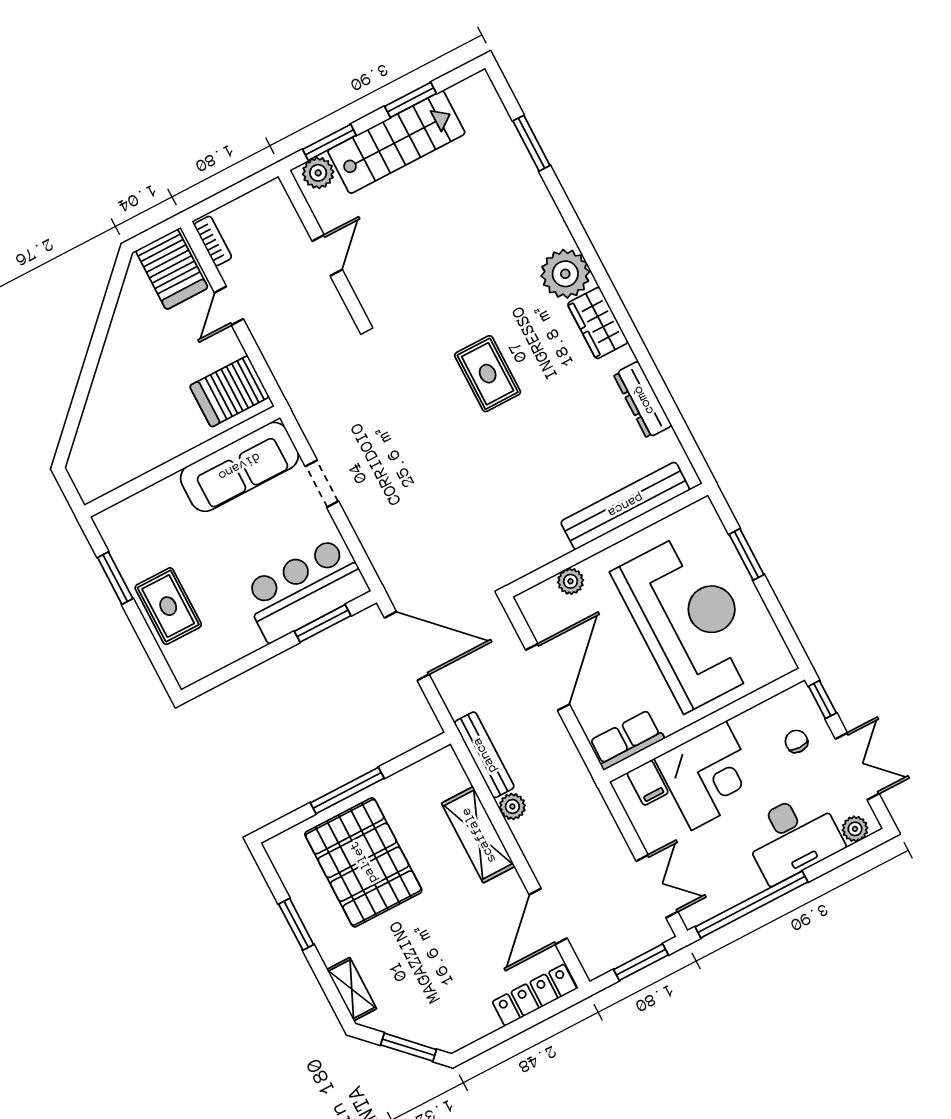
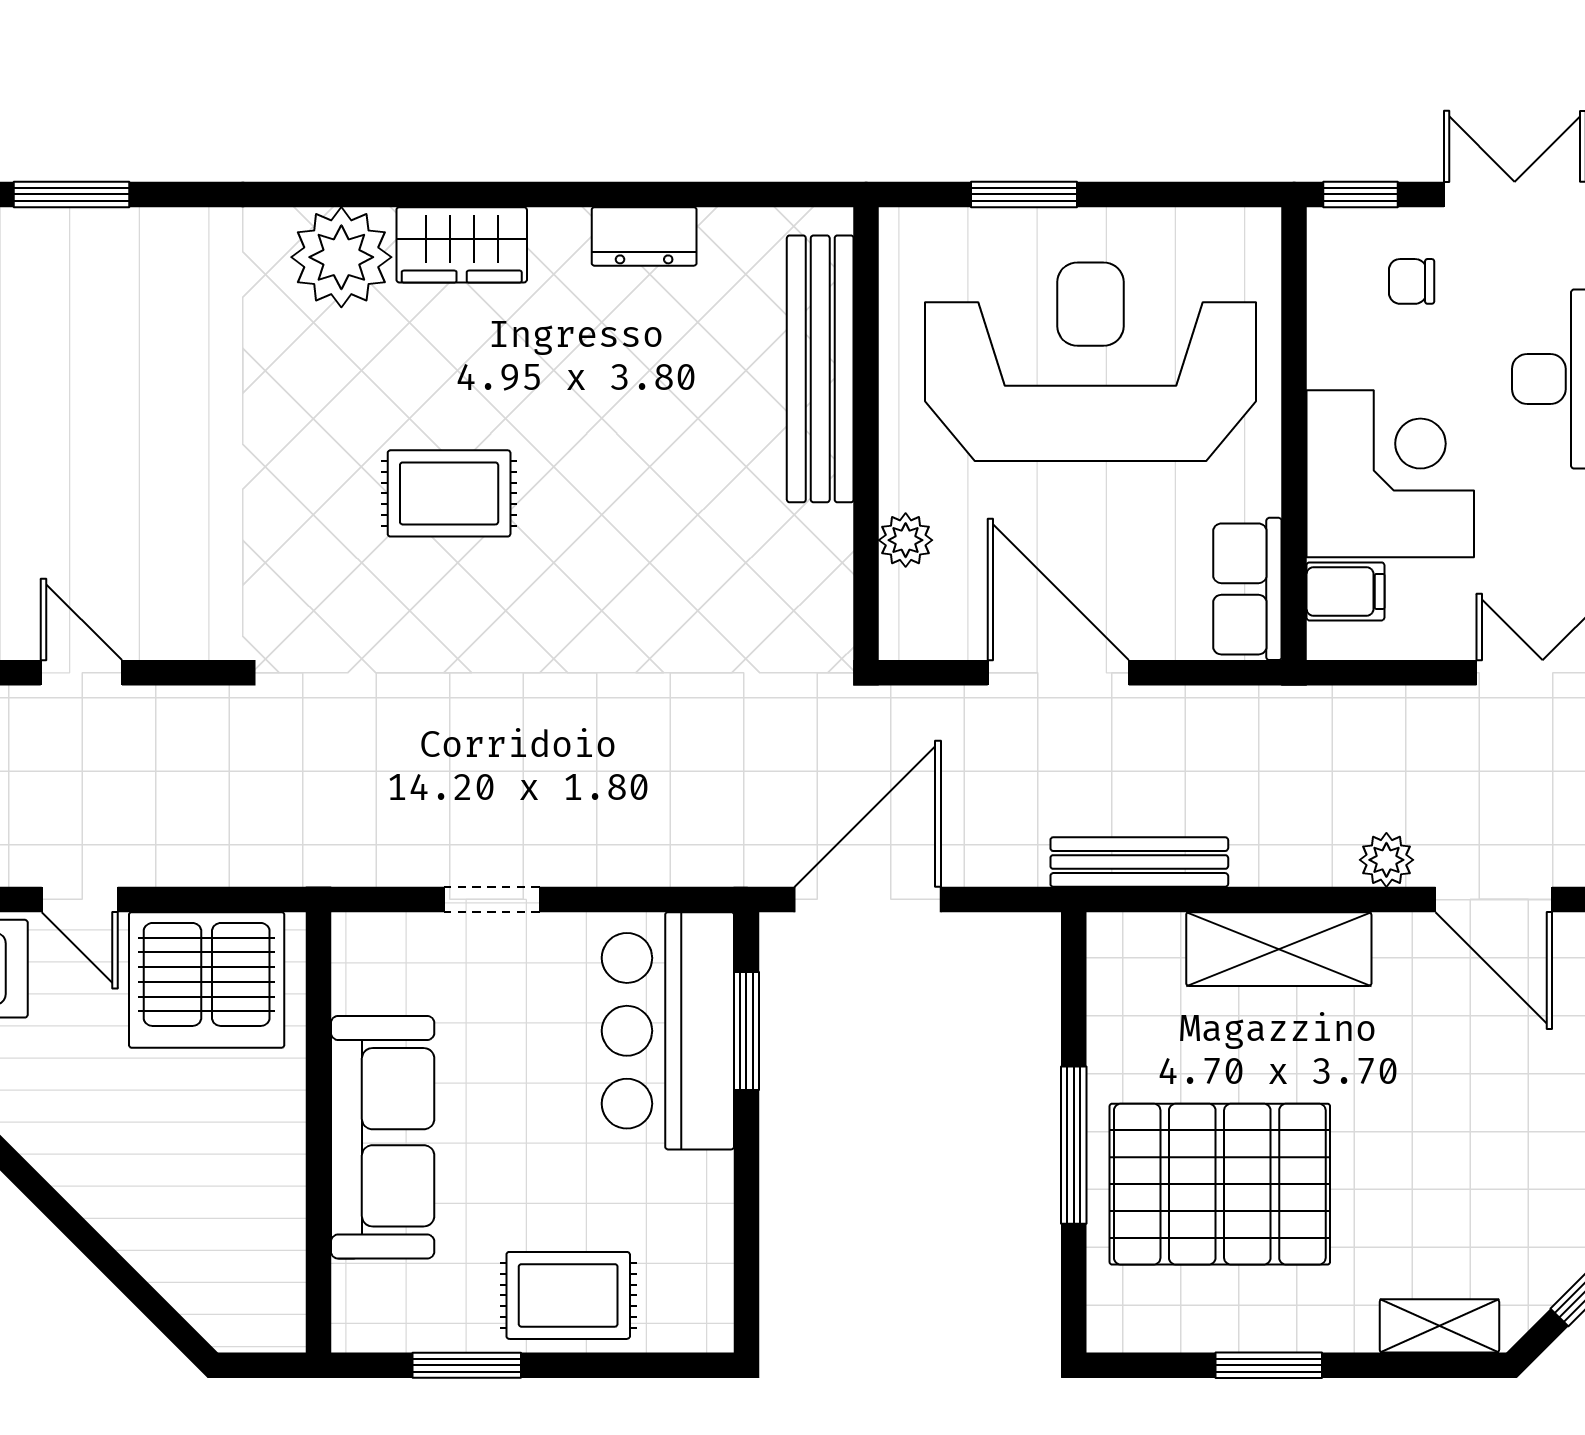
server rack: (229, 391) -> (207, 980), width x1.60
dresser: (643, 400) -> (644, 236), width x0.70
sofa: (239, 467) -> (383, 1137), moved
plant: (512, 806) -> (1386, 860), moved

